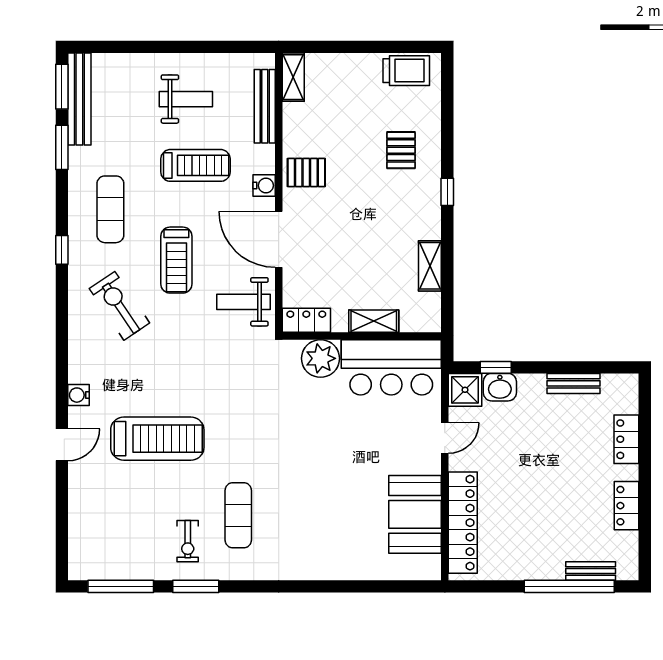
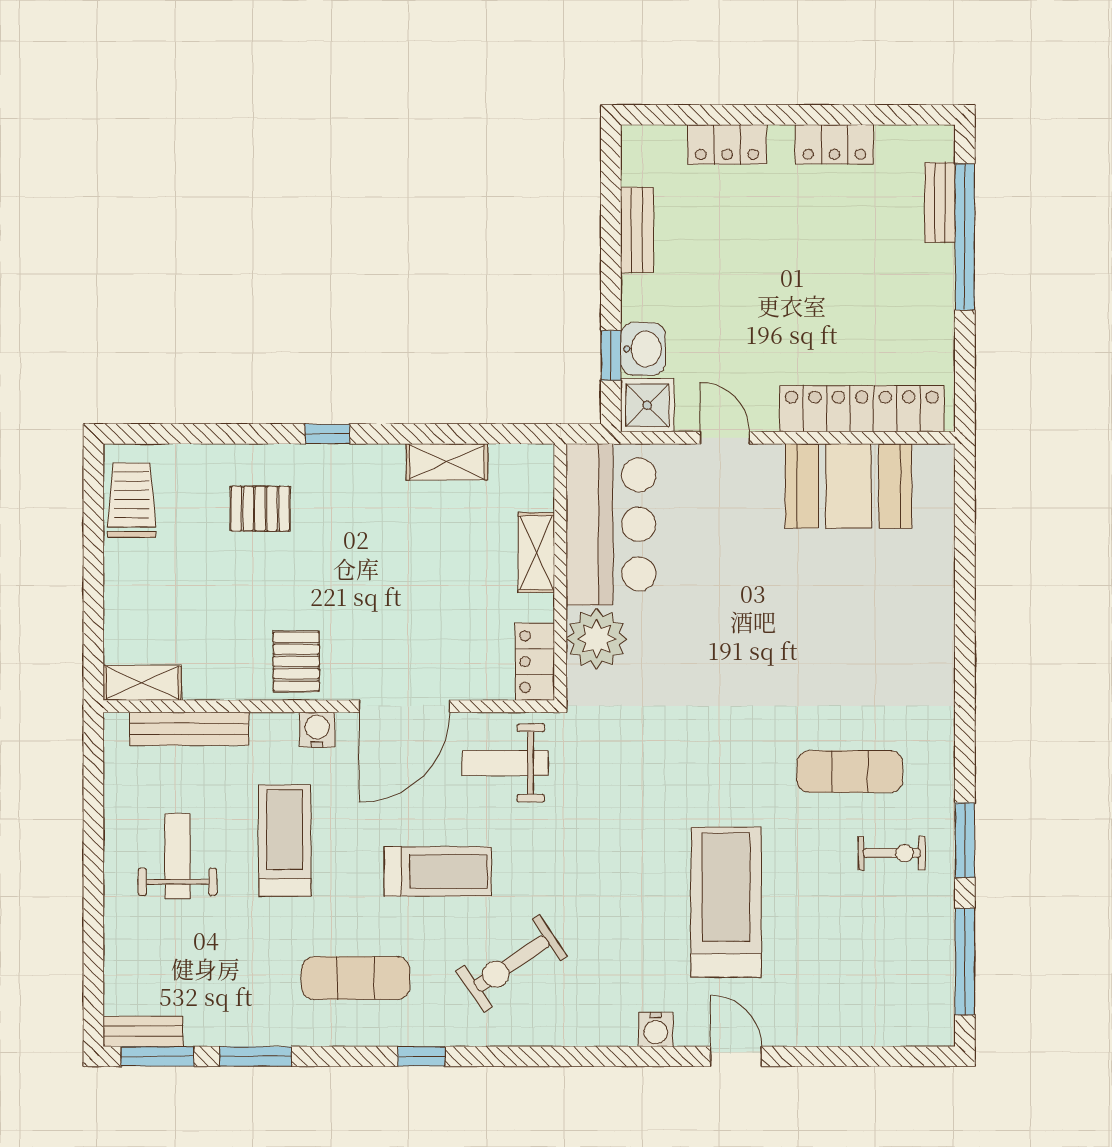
bench: (79, 99) -> (143, 1031), width x0.54, depth x0.82
weight bench: (244, 302) -> (505, 763), turned 90

